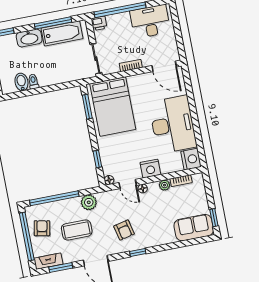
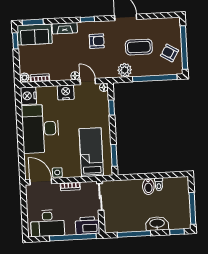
printer: (99, 23) -> (88, 226), width x1.87, depth x1.48
bathtub: (62, 33) -> (127, 224), removed
side table: (147, 79) -> (57, 172), added
bidet: (21, 82) -> (148, 187), moved
bed: (113, 106) -> (91, 152), width x0.67
plant: (165, 185) -> (25, 78), moved
armchair: (42, 228) -> (170, 53), turned 110
armchair: (124, 230) -> (97, 41), turned 103
fireplace: (48, 261) -> (65, 28), moved
window: (61, 268) -> (33, 22), moved

